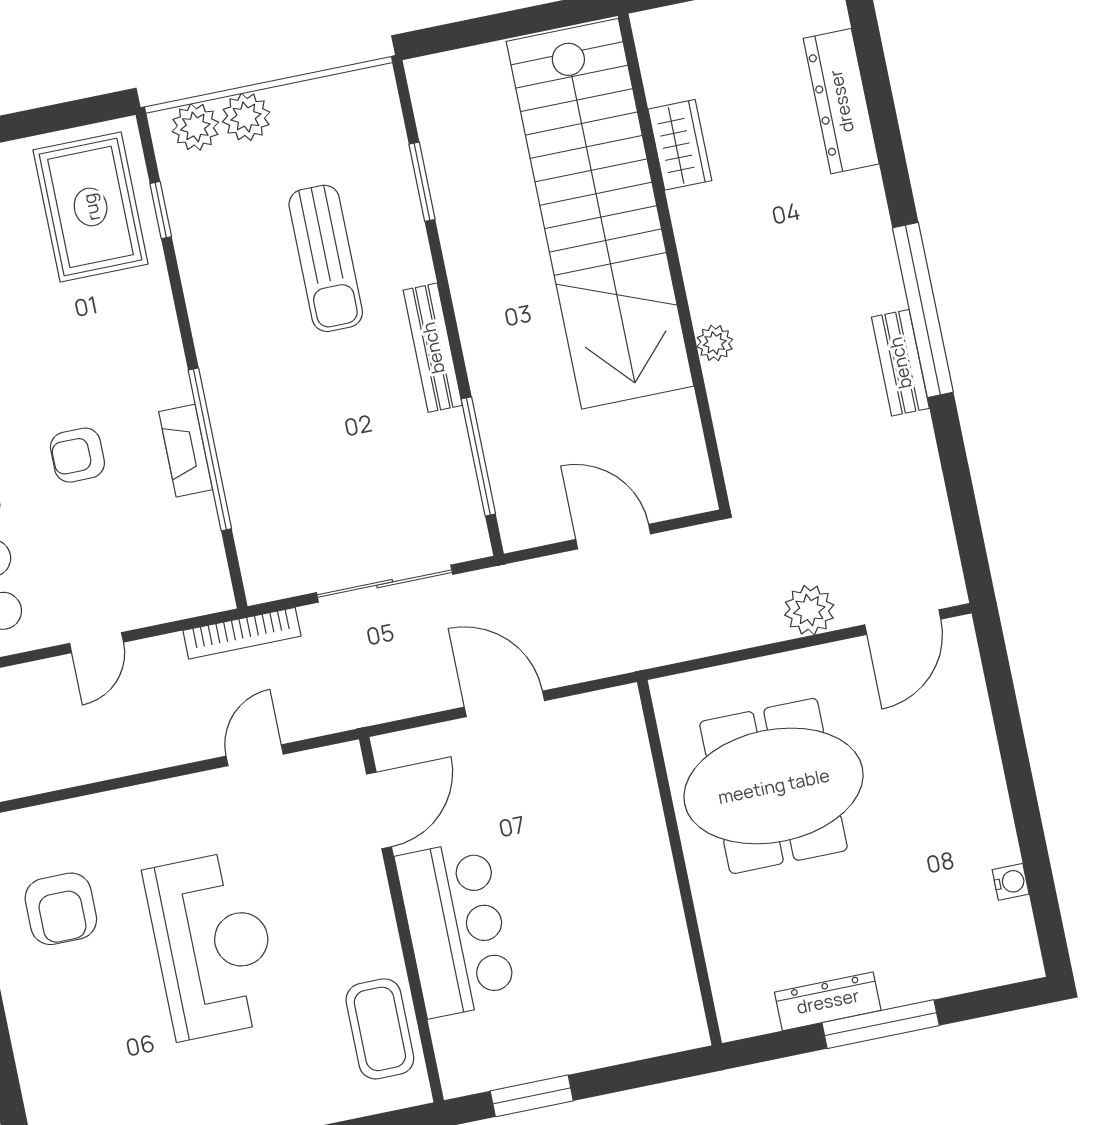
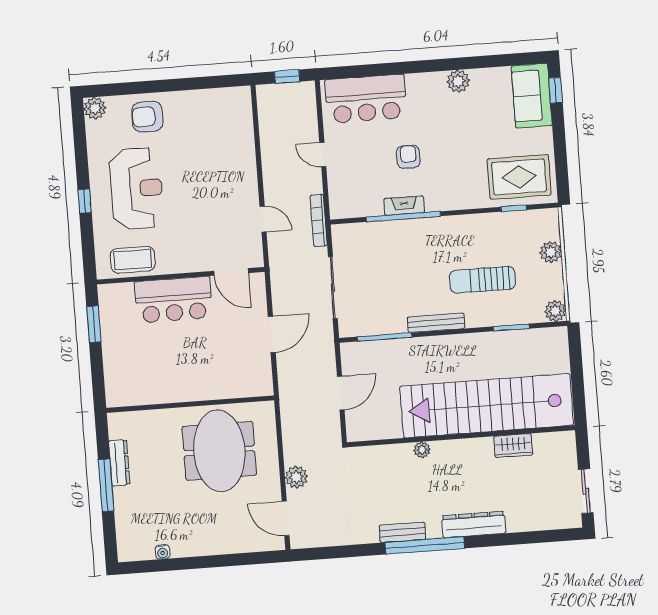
dresser: (841, 101) -> (474, 524), moved
plant: (195, 127) -> (555, 311), moved
armchair: (61, 909) -> (147, 117), moved
reception desk: (213, 945) -> (136, 188), moved, turned -90

